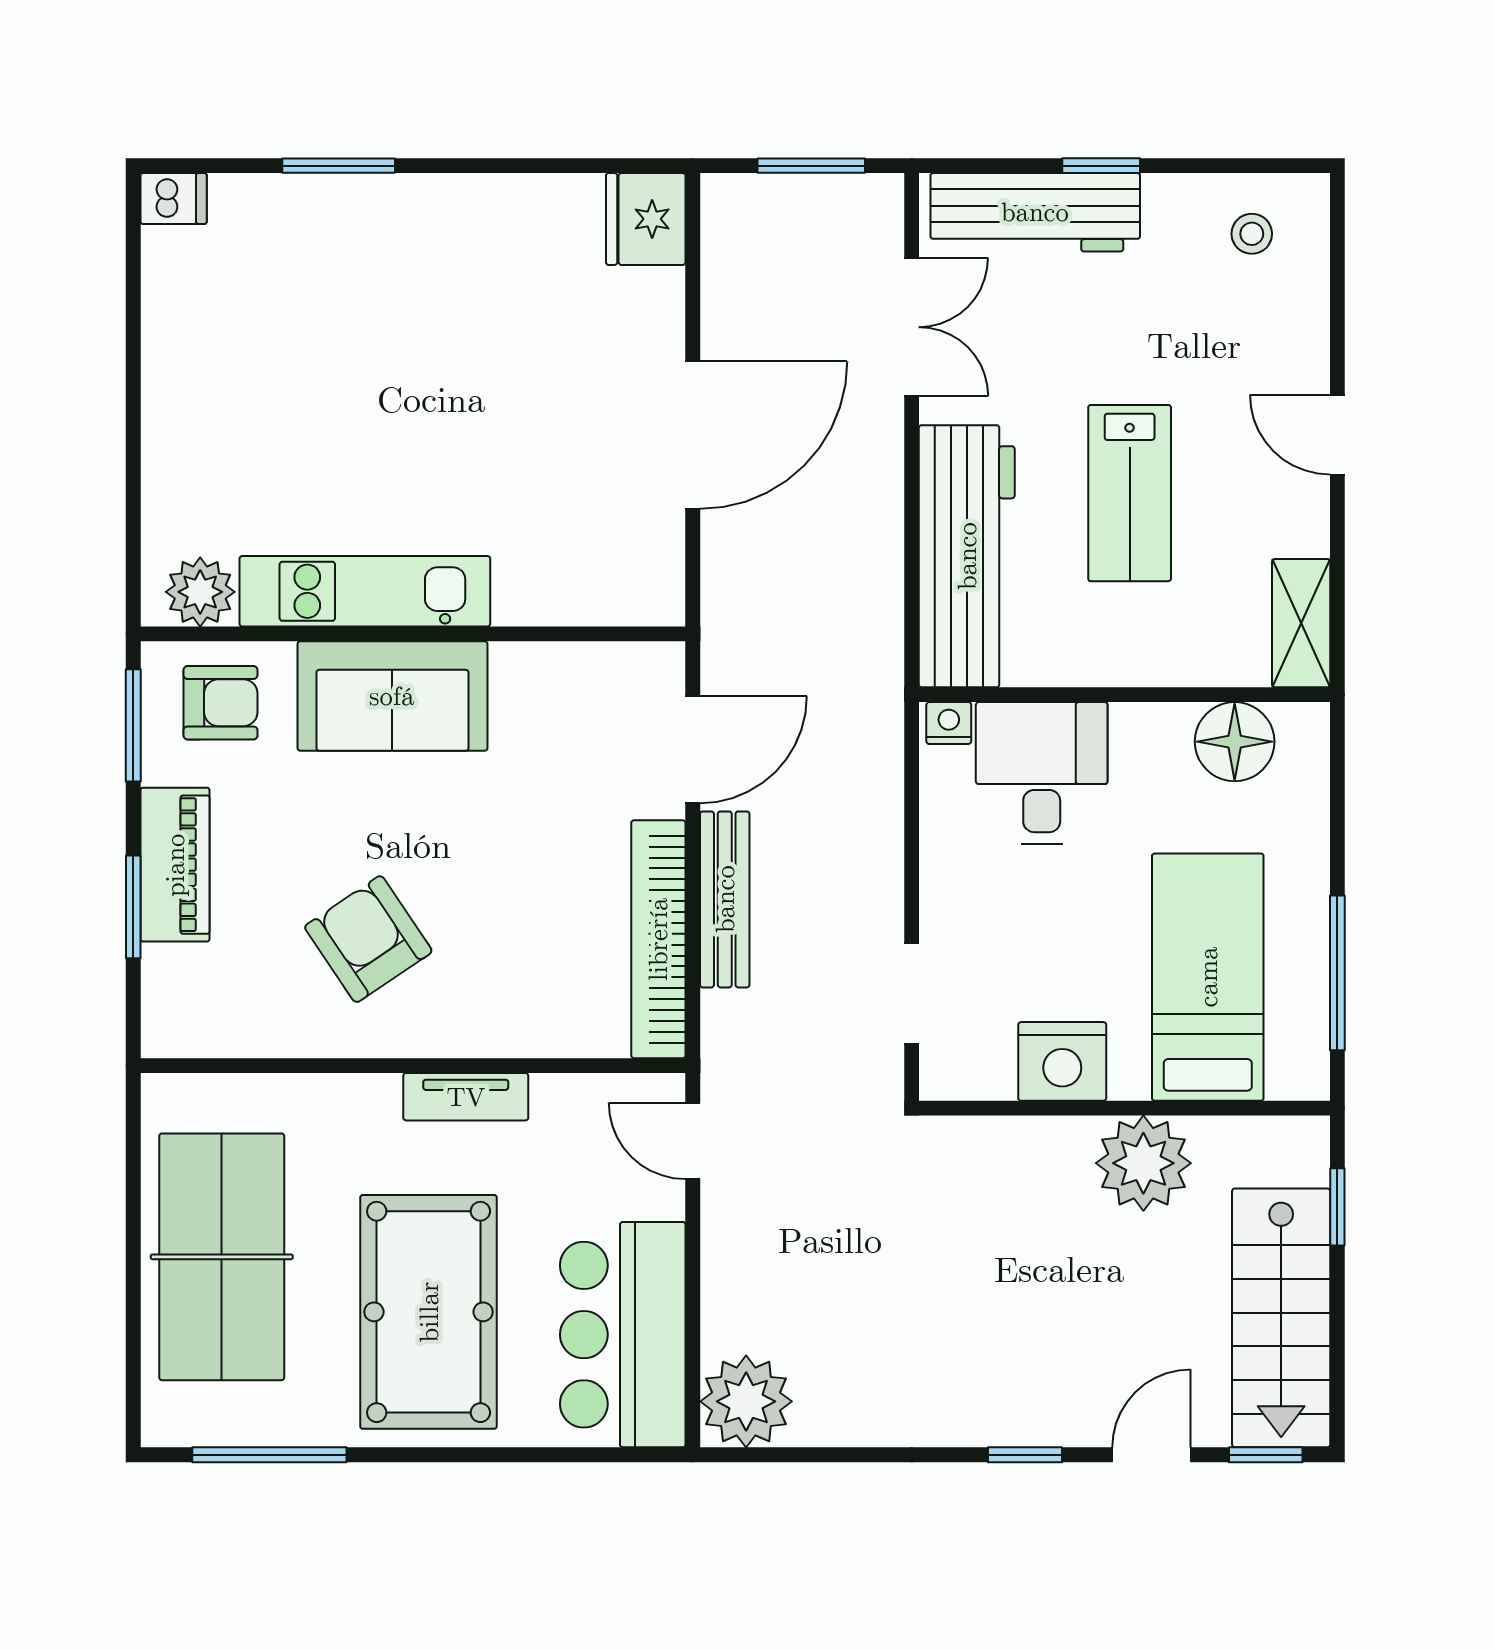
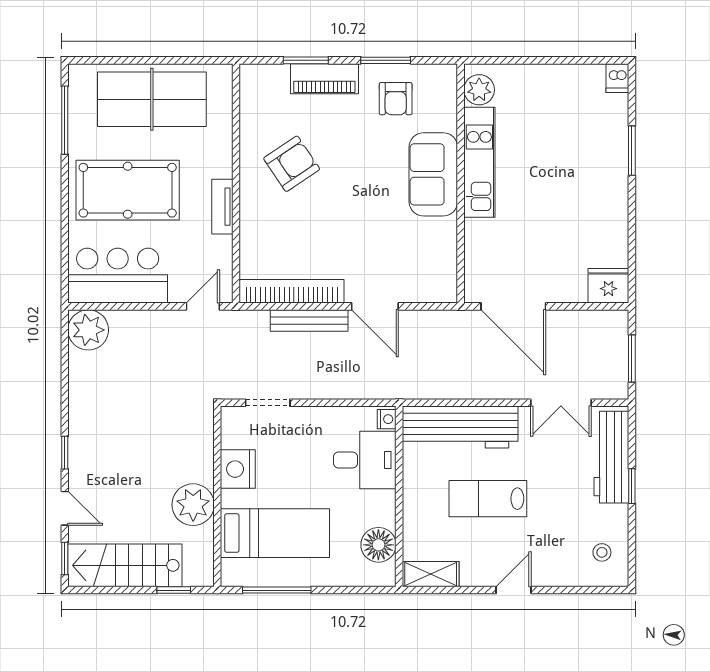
kitchen unit: (365, 591) -> (479, 162), moved
plant: (200, 592) -> (479, 90), moved
wall: (413, 634) -> (461, 183), moved
sofa: (392, 696) -> (433, 174), moved

